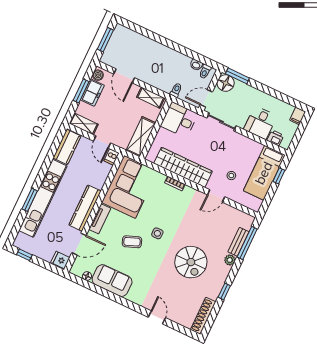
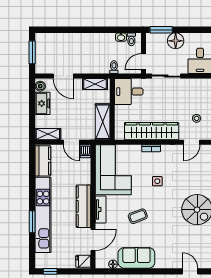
floor lamp: (226, 83) -> (176, 41), moved
window: (81, 91) -> (32, 107), removed
side table: (157, 233) -> (157, 181), moved

